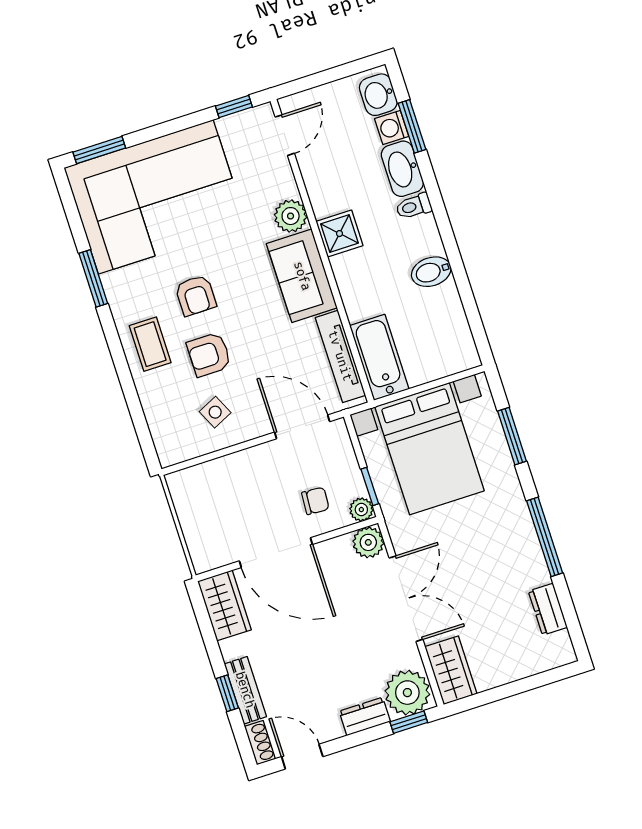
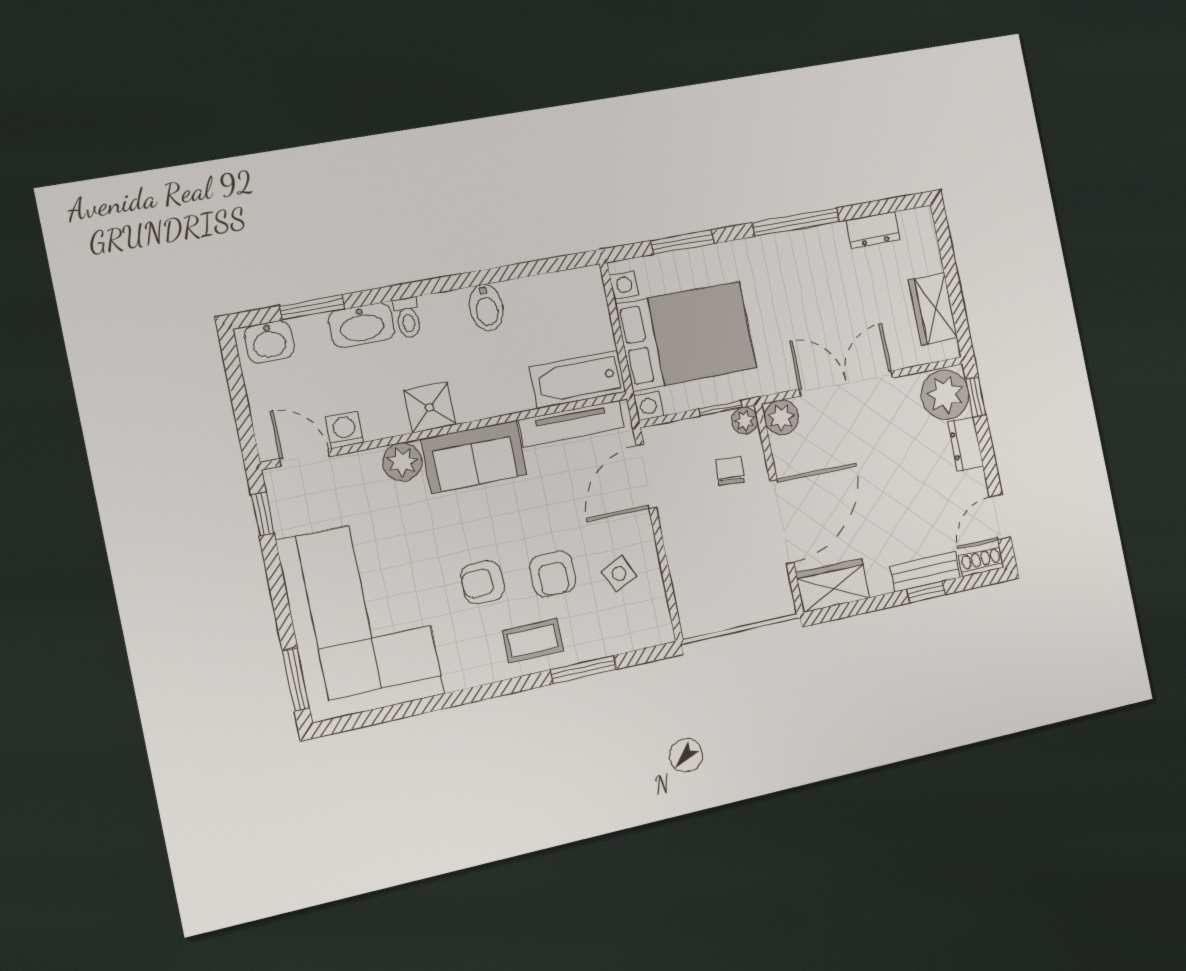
washing machine: (392, 127) -> (344, 430), moved, turned 180
window: (93, 278) -> (583, 670), moved
armchair: (196, 295) -> (482, 582), turned 180
wardrobe: (451, 670) -> (933, 309), moved, turned -90

